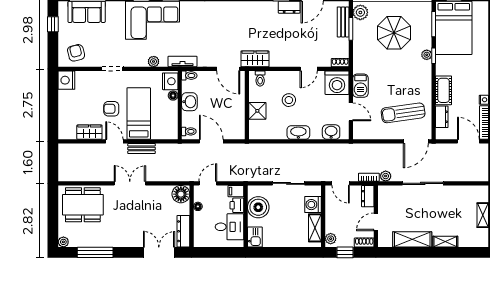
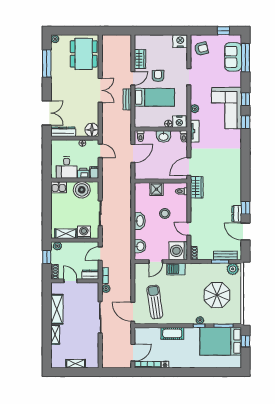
dresser: (442, 117) -> (152, 332), removed

